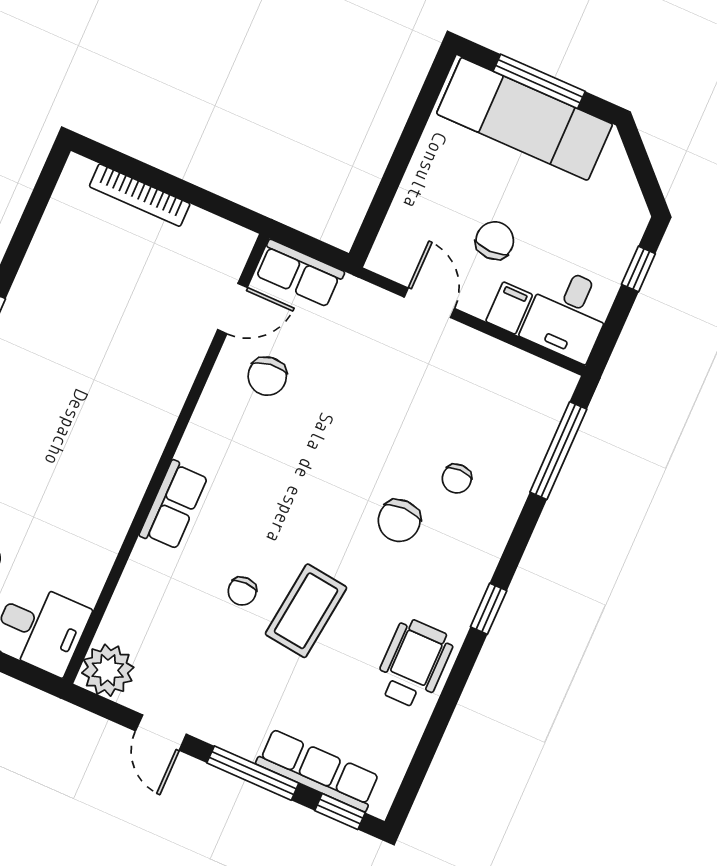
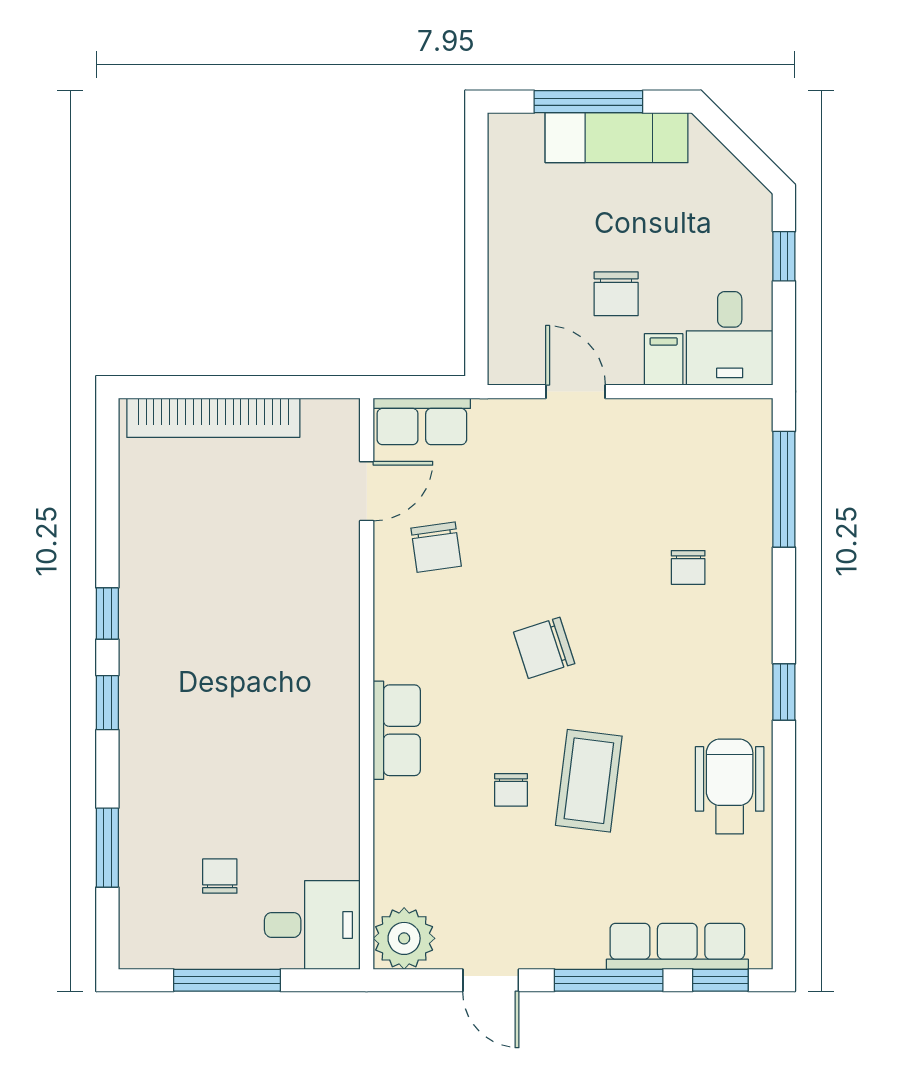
exam couch: (525, 119) -> (617, 138), width x0.73, depth x0.69
bookcase: (140, 195) -> (213, 418), width x1.48, depth x1.31
chair: (495, 241) -> (616, 294), turned 180
chair: (399, 521) -> (544, 648), moved, turned 72

